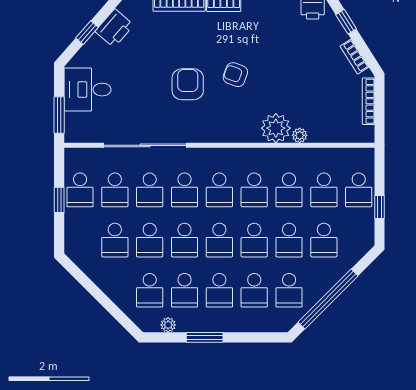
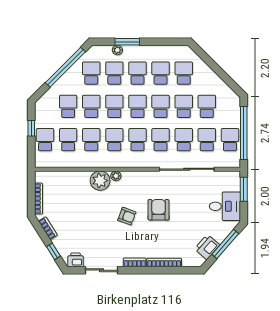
window: (87, 33) -> (225, 244), width x2.17
armchair: (188, 84) -> (158, 210), turned 180
plant: (300, 135) -> (116, 176), moved
window: (59, 200) -> (244, 133), width x3.17
plant: (168, 325) -> (117, 50), moved
window: (205, 337) -> (127, 42), moved

